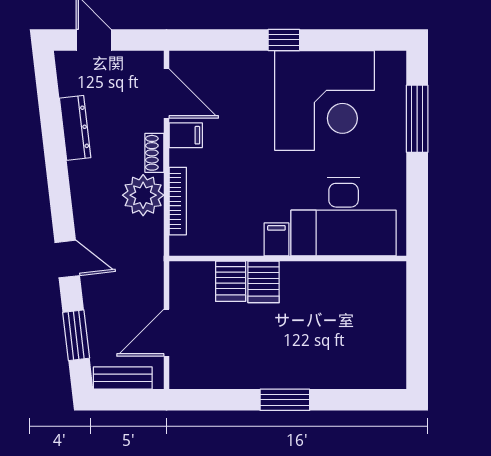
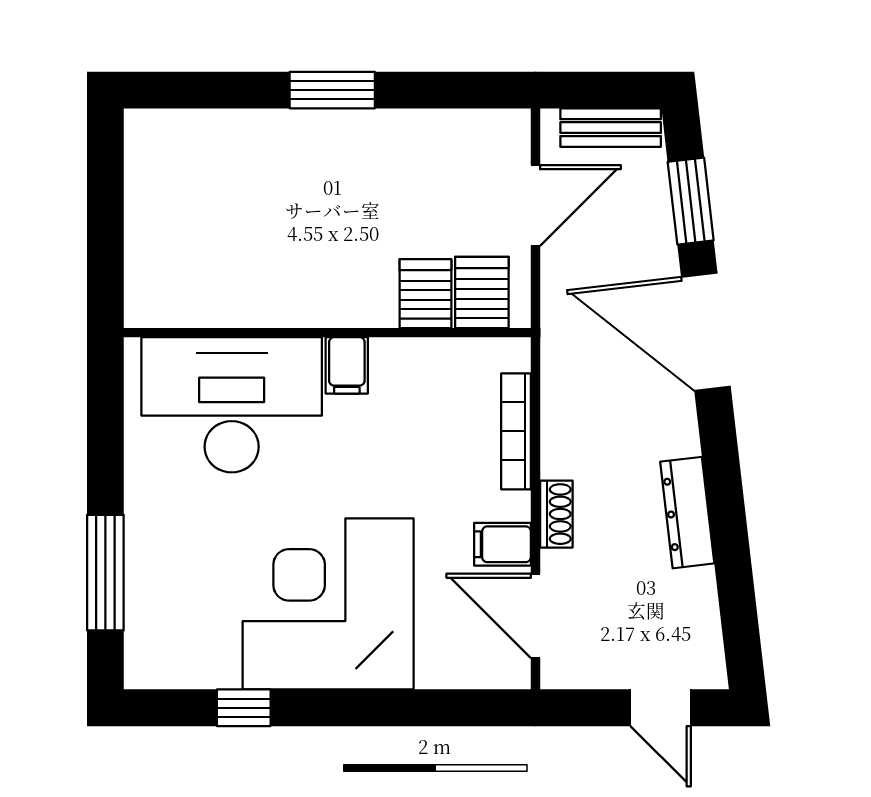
window: (284, 40) -> (244, 708), moved
corner desk: (324, 100) -> (328, 604), moved
dresser: (75, 128) -> (687, 513), moved
plant: (143, 195) -> (576, 441), removed
door: (67, 259) -> (706, 332), width x1.87
server rack: (264, 282) -> (482, 292), moved

